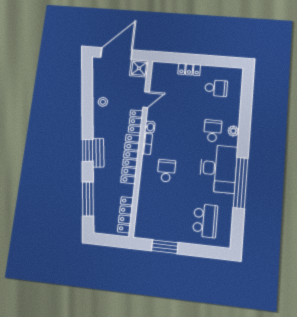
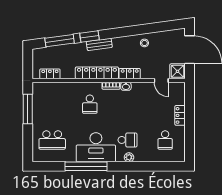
door: (146, 100) -> (161, 81), moved
window: (88, 150) -> (89, 37), moved
school desk: (166, 171) -> (90, 104), turned 90
locker: (125, 215) -> (50, 74), width x0.66
window: (165, 247) -> (28, 109), width x1.44

